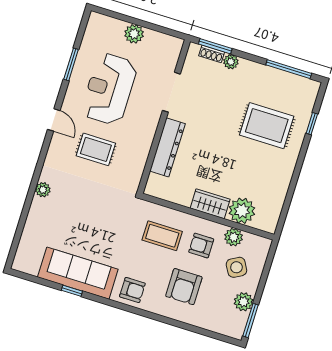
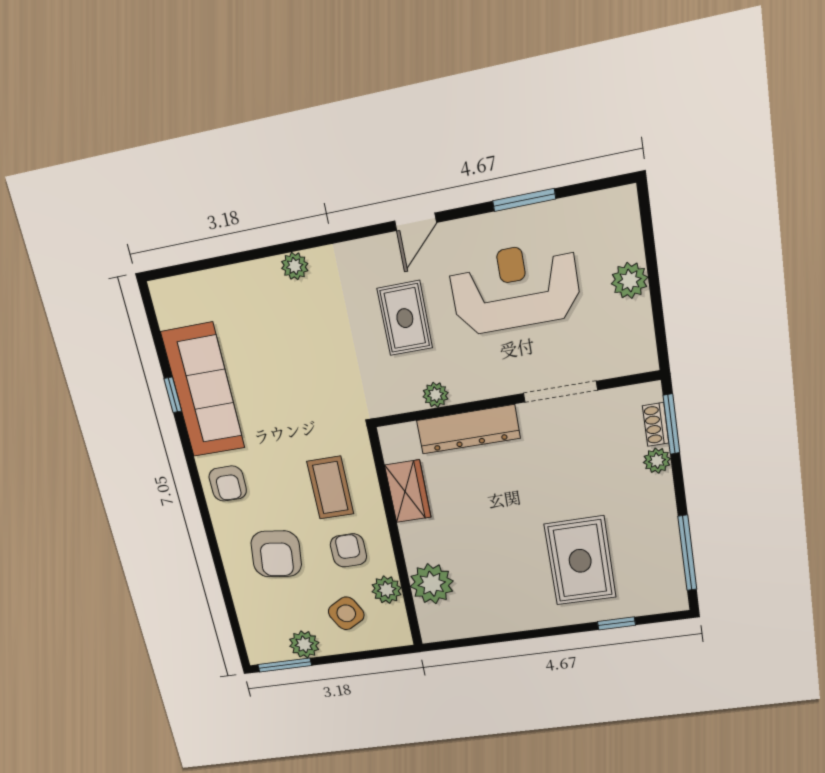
plant: (141, 155) -> (436, 395), added
wardrobe: (210, 204) -> (408, 491), moved
armchair: (184, 287) -> (276, 554), turned -83

